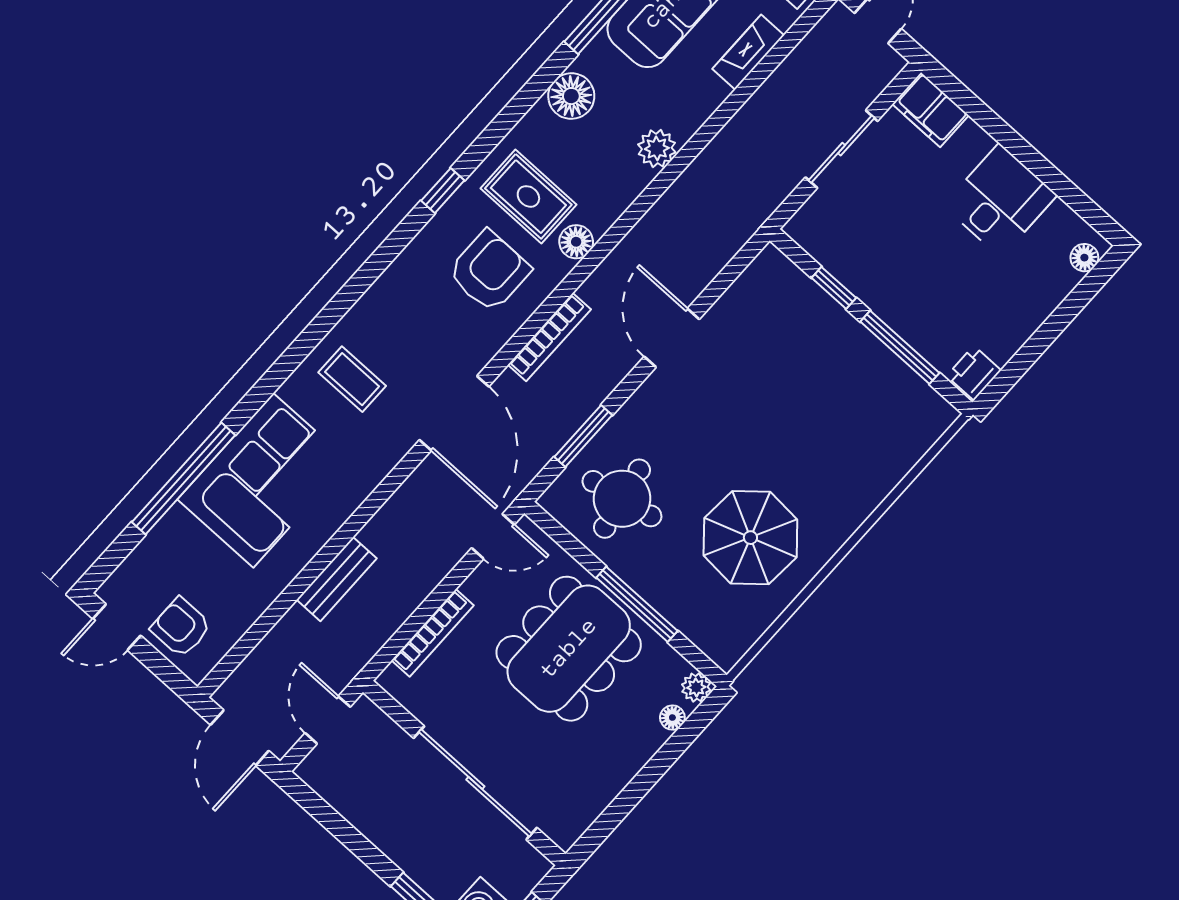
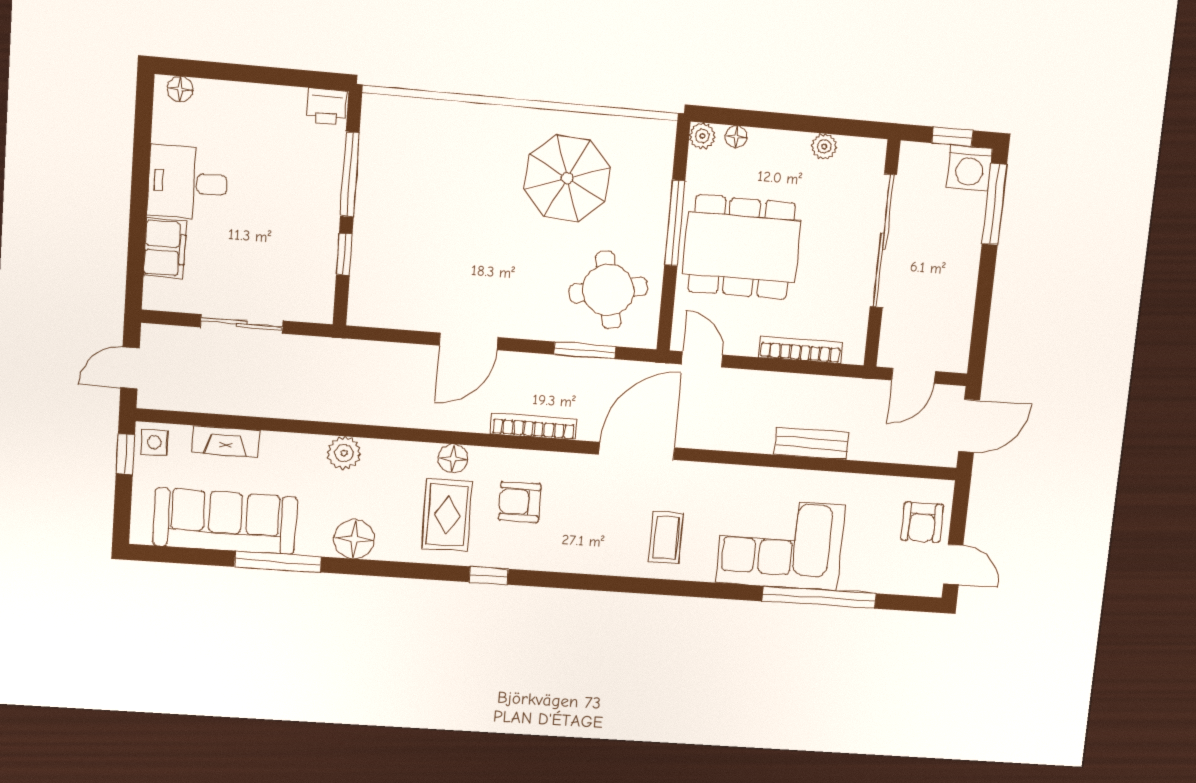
filing cabinet: (931, 110) -> (165, 248), moved
armchair: (489, 271) -> (520, 502), width x0.72, depth x0.72
plant: (603, 791) -> (824, 147), added

